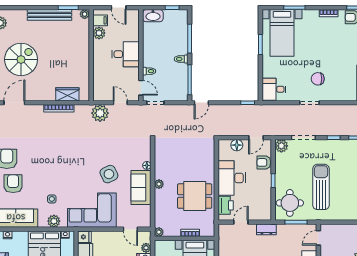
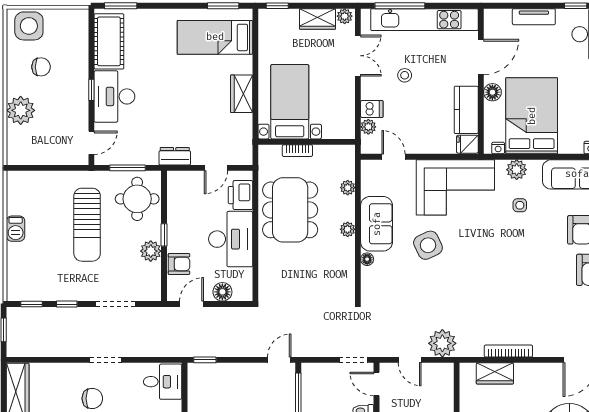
plant: (281, 146) -> (151, 251), moved
dining table: (195, 196) -> (290, 210), width x1.38
plant: (159, 232) -> (348, 188), moved

